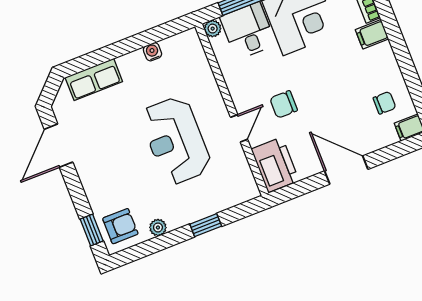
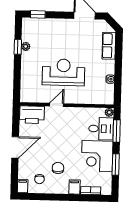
chair: (284, 104) -> (58, 168), moved
door: (239, 128) -> (56, 105), swing flipped
window: (206, 225) -> (18, 47), moved
armchair: (120, 226) -> (34, 29), removed

